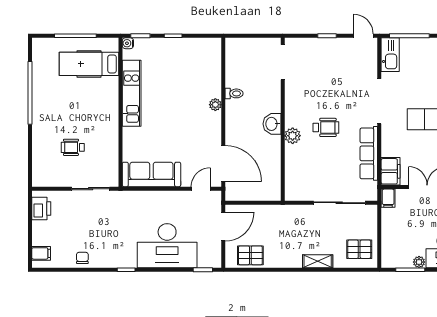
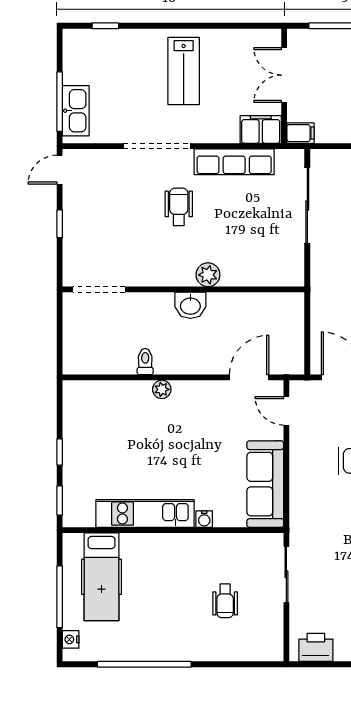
nightstand: (47, 43) -> (71, 639), added
water cooler: (128, 43) -> (204, 519), moved
kitchen sink: (390, 55) -> (76, 111), moved, turned 90
wheelchair: (326, 127) -> (179, 207), moved
door: (223, 164) -> (249, 377), width x0.73

